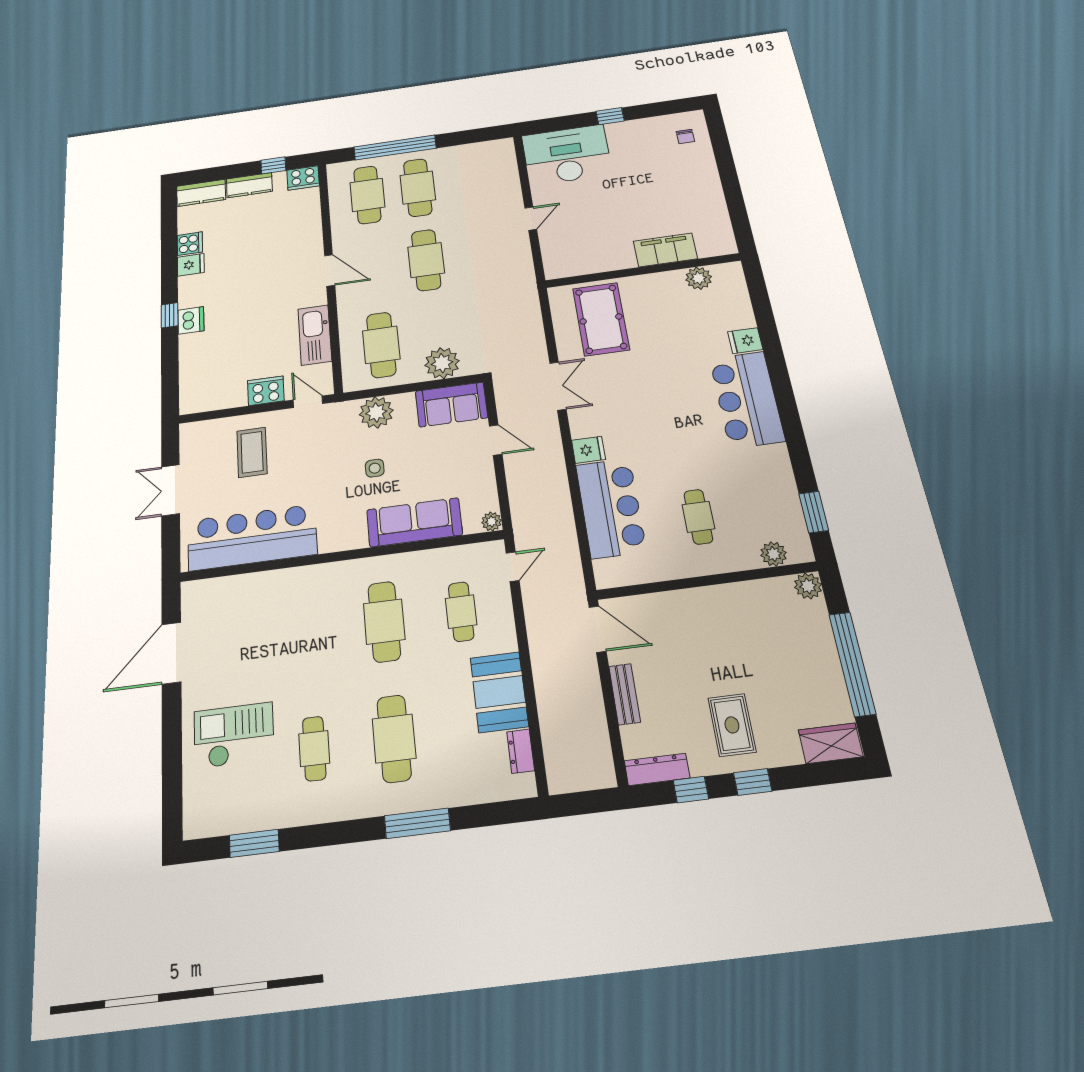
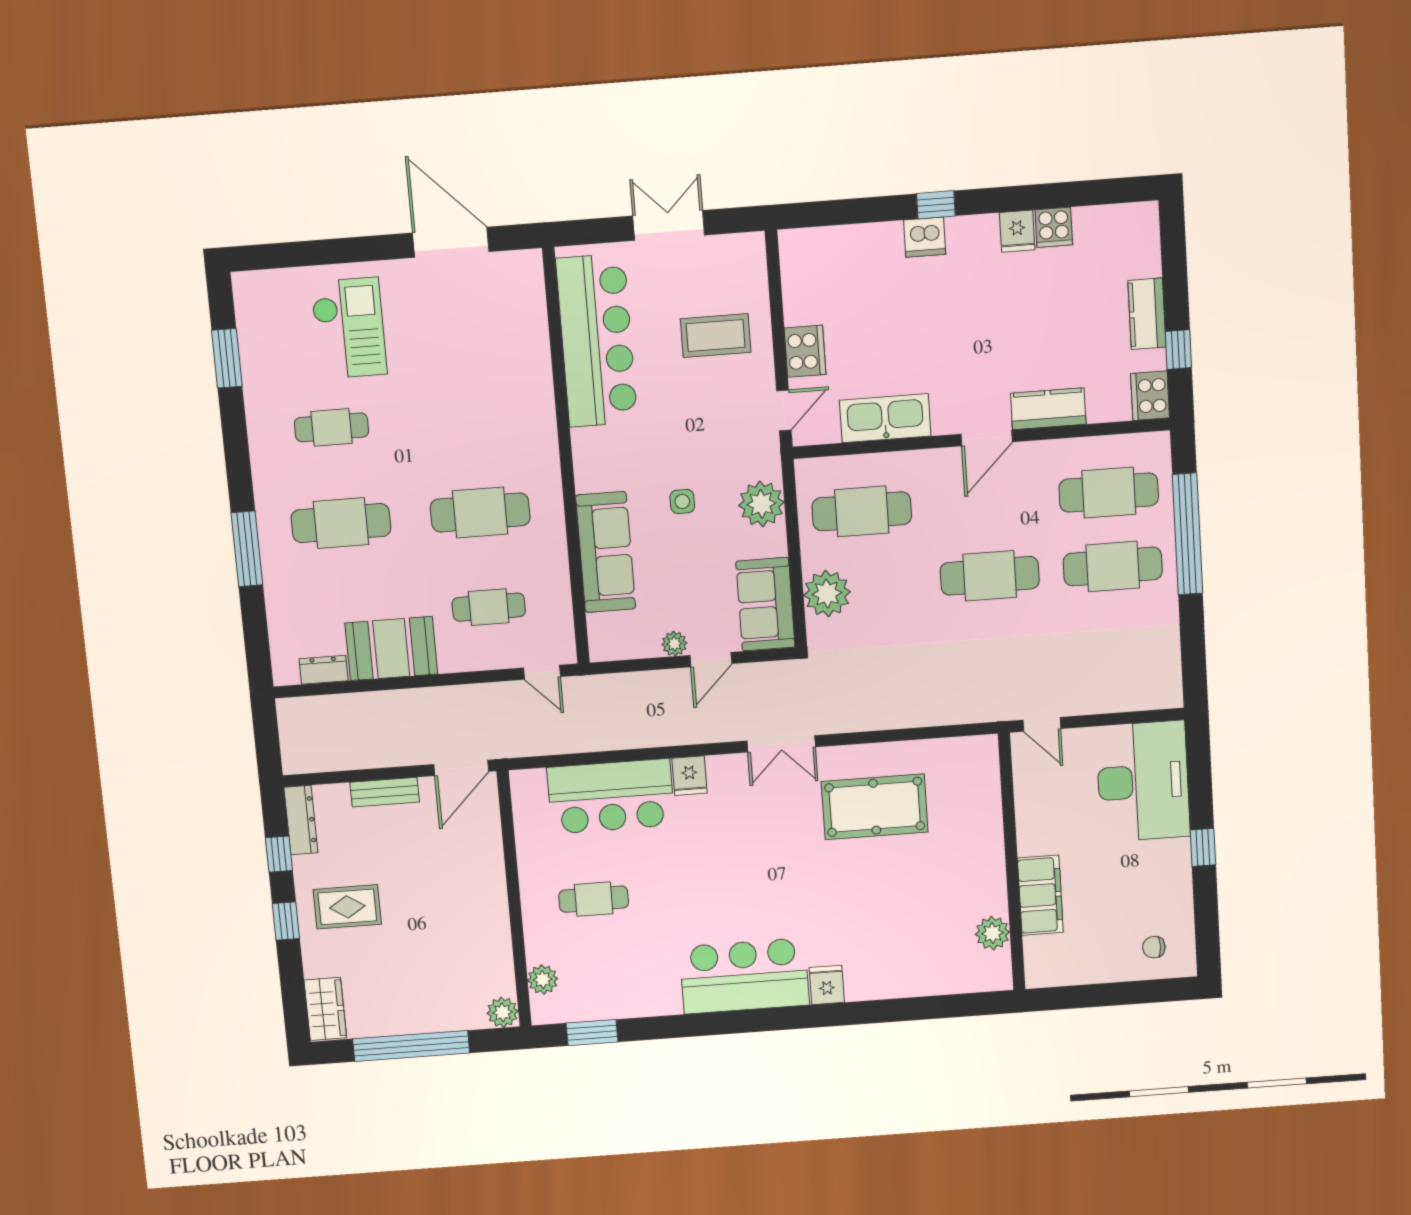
kitchen counter: (201, 193) -> (1048, 409), moved, turned 90
filing cabinet: (665, 250) -> (1040, 895), moved
wall: (643, 271) -> (1012, 862), moved
plant: (699, 278) -> (992, 933), moved
plant: (492, 522) -> (674, 644), moved

